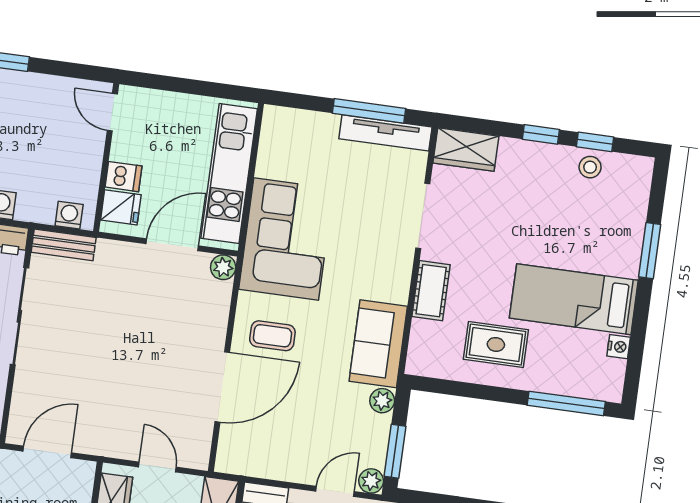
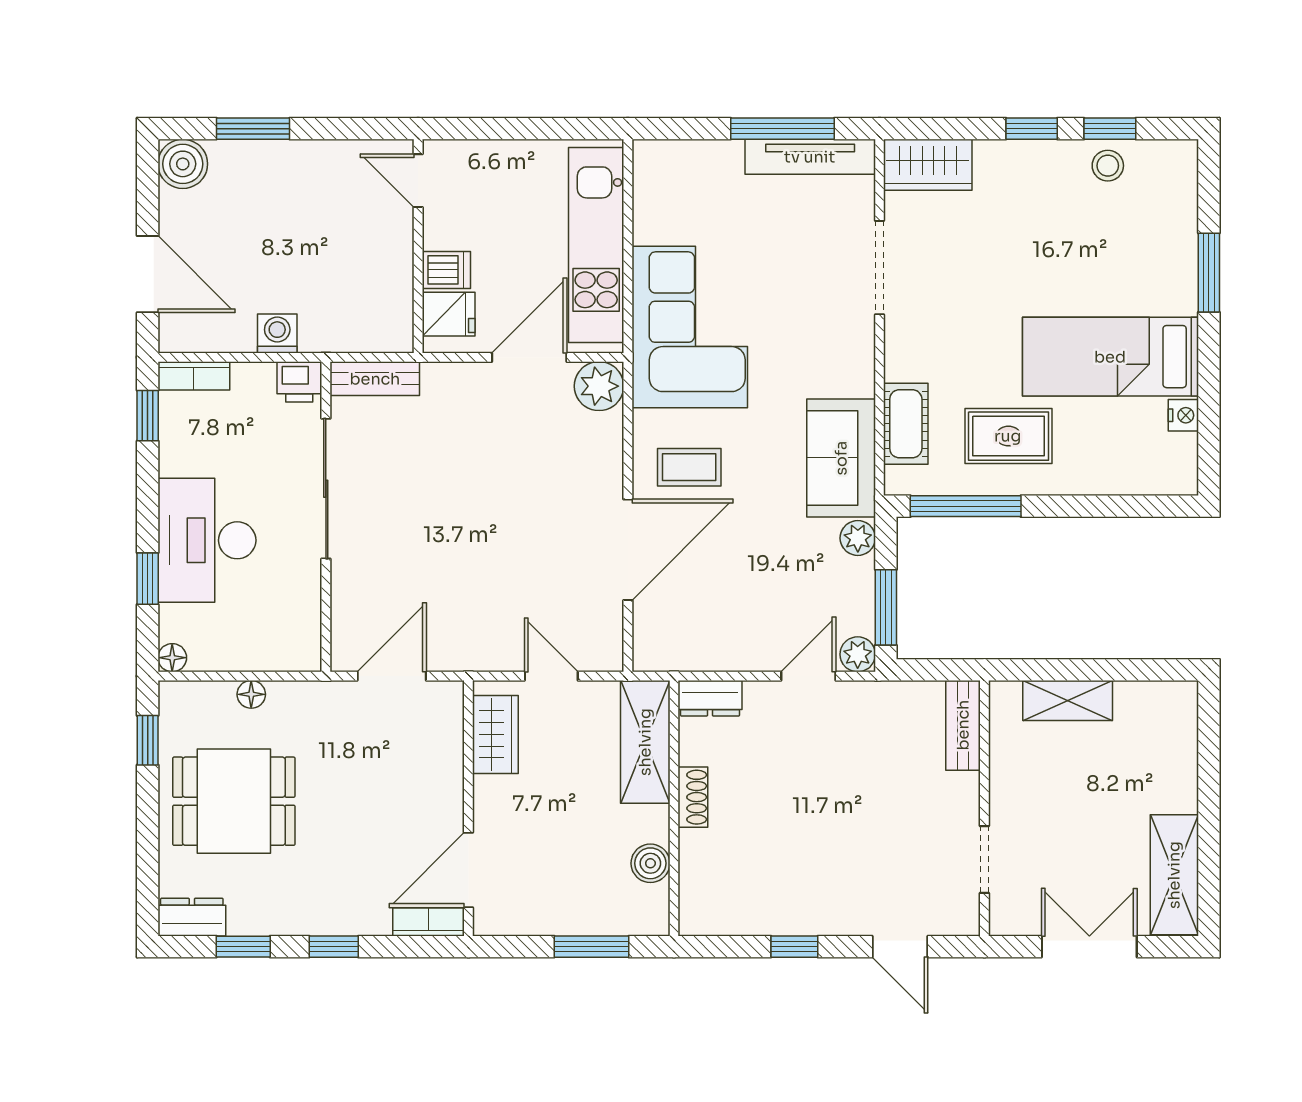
washing machine: (69, 215) -> (377, 335), removed
plant: (223, 267) -> (599, 386), width x1.38, depth x1.38
cot: (431, 291) -> (906, 424), moved
window: (566, 403) -> (966, 506), moved

